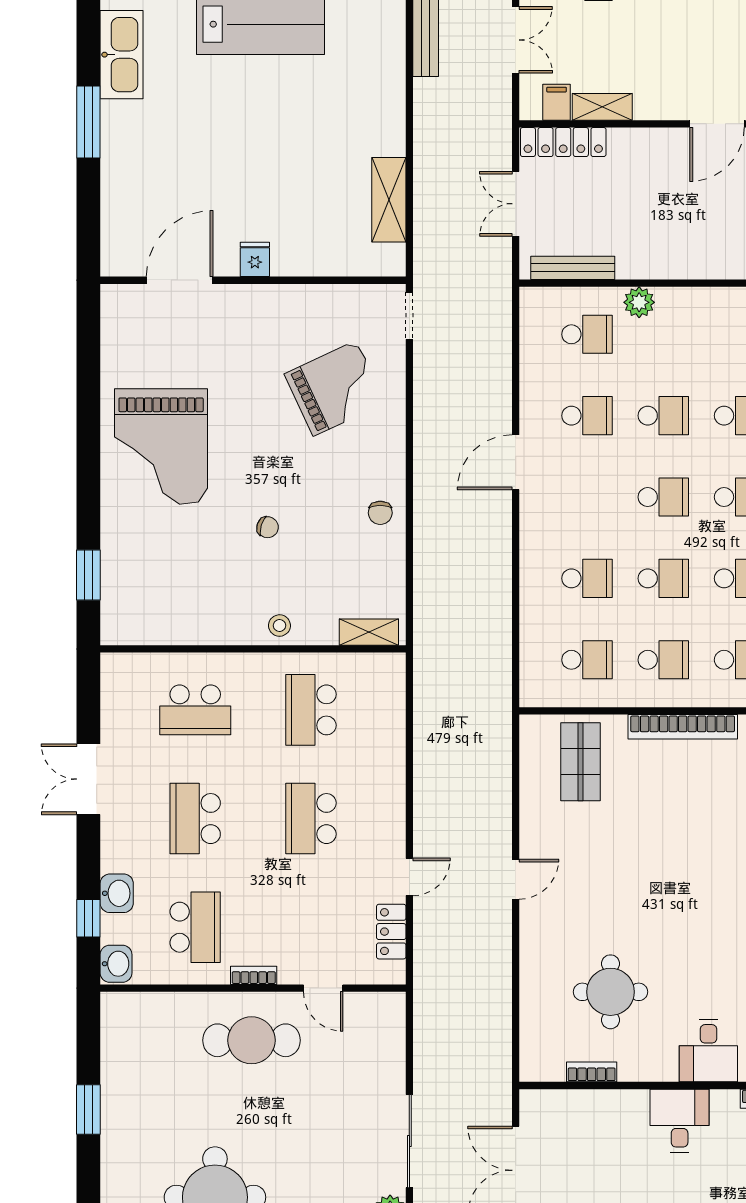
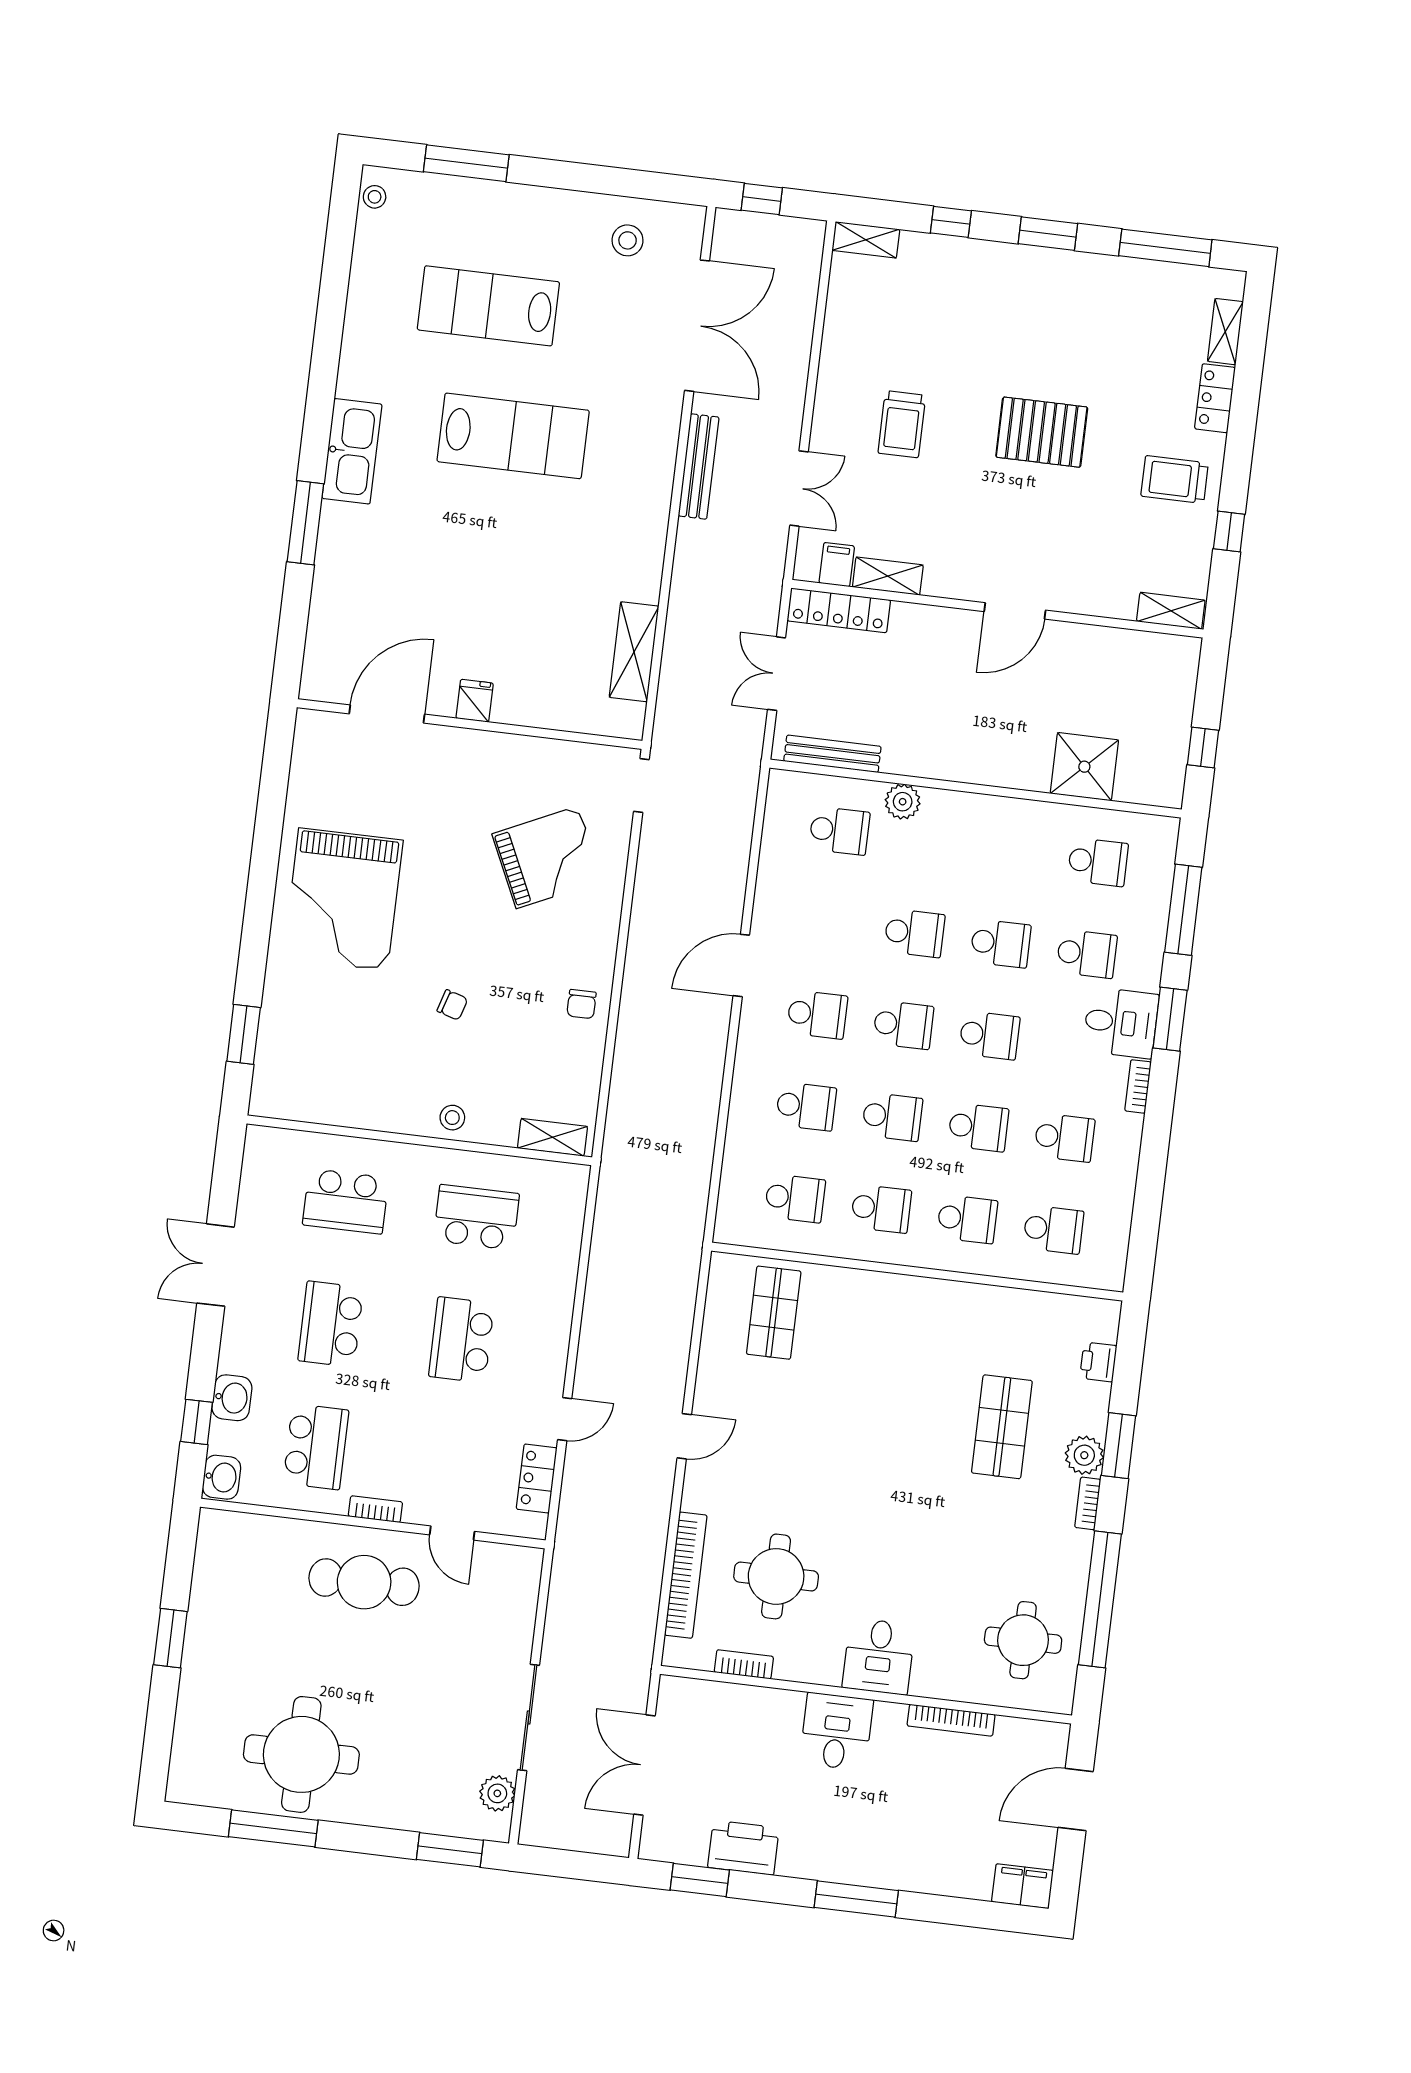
school desk: (587, 416) -> (817, 1014), moved
school desk: (311, 710) -> (476, 1217), turned 90
bookcase: (683, 727) -> (686, 1575), moved, turned -90

